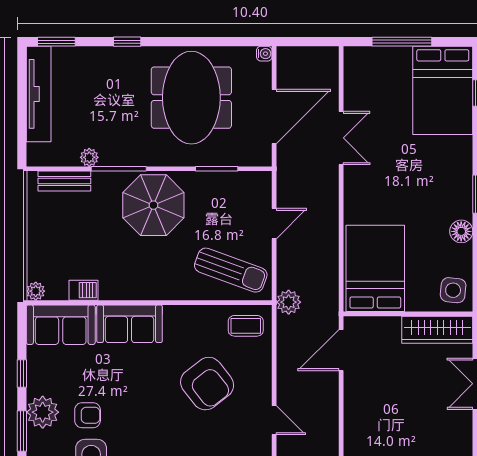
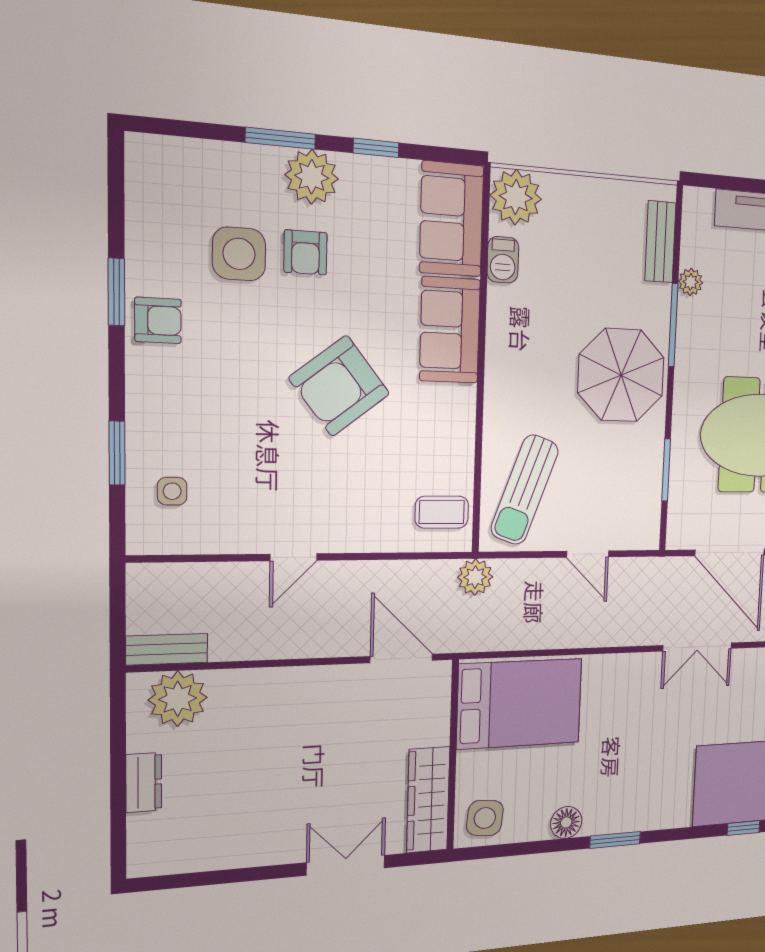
plant: (36, 291) -> (516, 197), width x1.88, depth x1.88
coffee table: (246, 326) -> (442, 512), turned 90
armchair: (207, 384) -> (339, 386), moved

